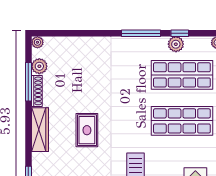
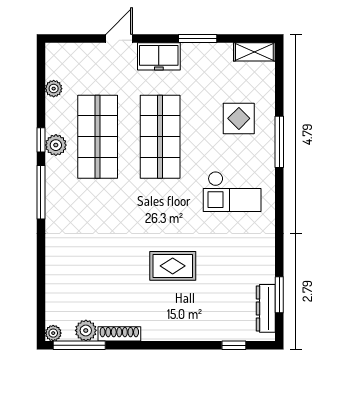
window: (28, 82) -> (79, 345), moved
wardrobe: (40, 130) -> (172, 330), removed

